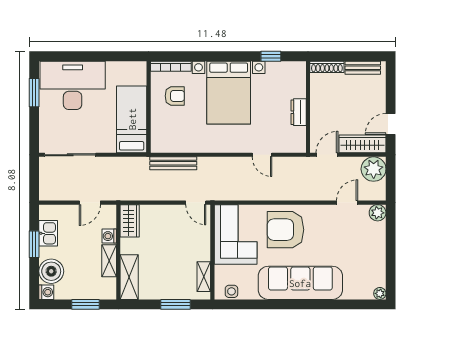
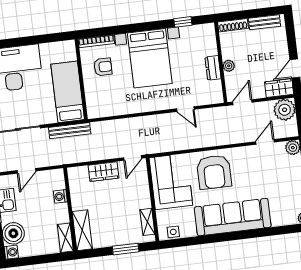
plant: (317, 112) -> (229, 66), added
wardrobe: (363, 144) -> (279, 88), width x0.67
bench: (173, 163) -> (70, 131), moved
door: (90, 203) -> (26, 171), moved
door: (196, 203) -> (133, 158), hinge flipped
wardrobe: (130, 221) -> (103, 172), moved, turned 90
armchair: (285, 230) -> (214, 172), turned -90
shelving: (109, 261) -> (65, 238), moved
window: (85, 304) -> (47, 259), removed

